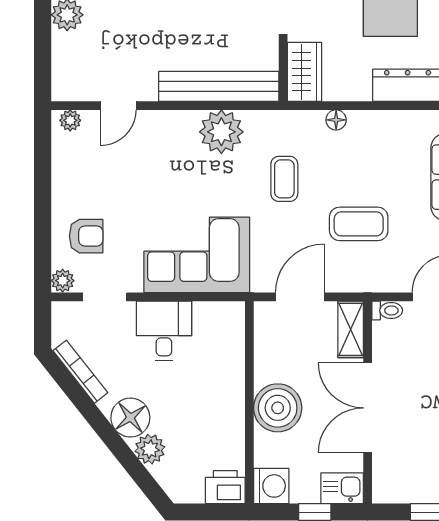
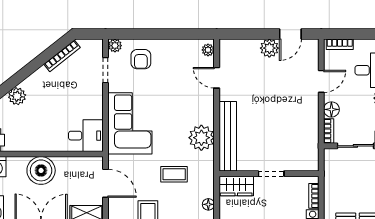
desk: (164, 331) -> (86, 136), moved
floor lamp: (130, 418) -> (35, 85), removed

